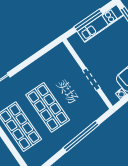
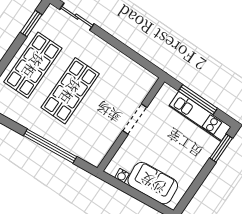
doorway: (92, 79) -> (135, 119), moved

